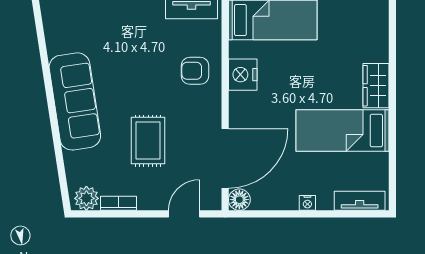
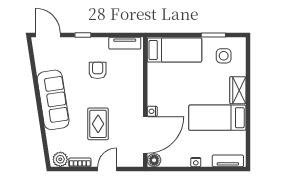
side table: (353, 30) -> (224, 56), added
armchair: (195, 71) -> (98, 70), moved, turned 90
nightstand: (243, 75) -> (152, 111), moved, width x0.53, depth x0.56
door: (184, 214) -> (107, 169), moved

